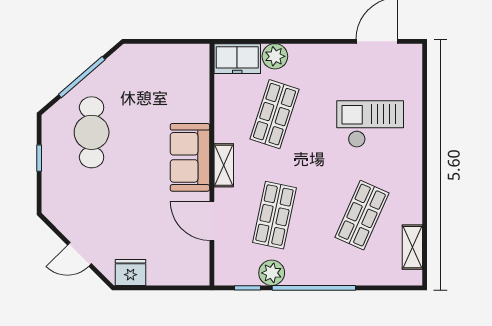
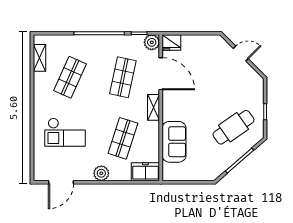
plant: (275, 56) -> (101, 173), moved
cafe table: (92, 132) -> (233, 127), turned 55
sofa: (190, 157) -> (174, 142), moved
door: (212, 221) -> (161, 74), width x1.36
fridge: (131, 273) -> (171, 43), moved
plant: (272, 273) -> (152, 42), moved

